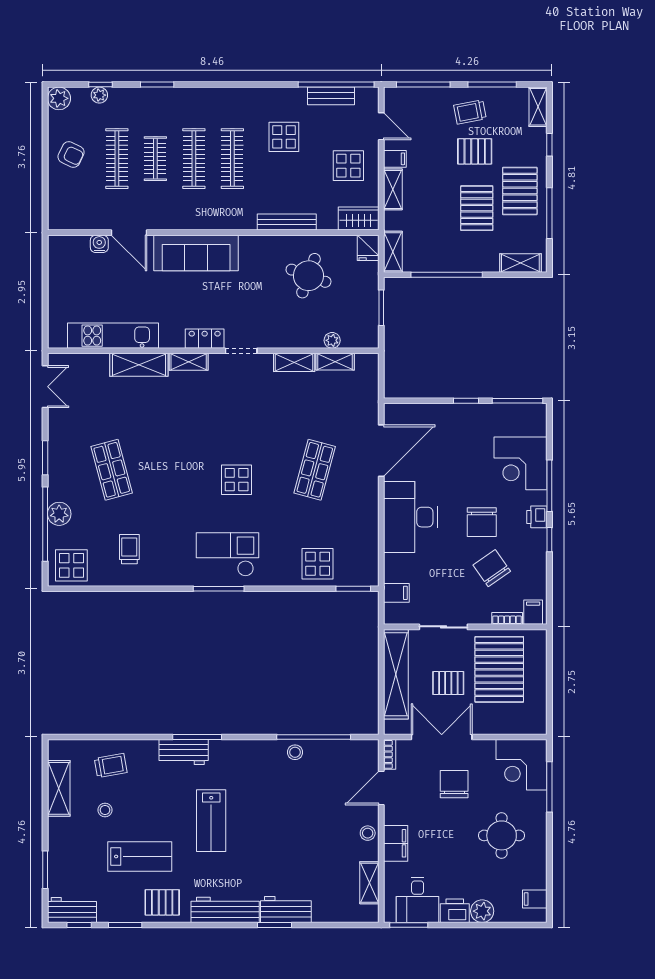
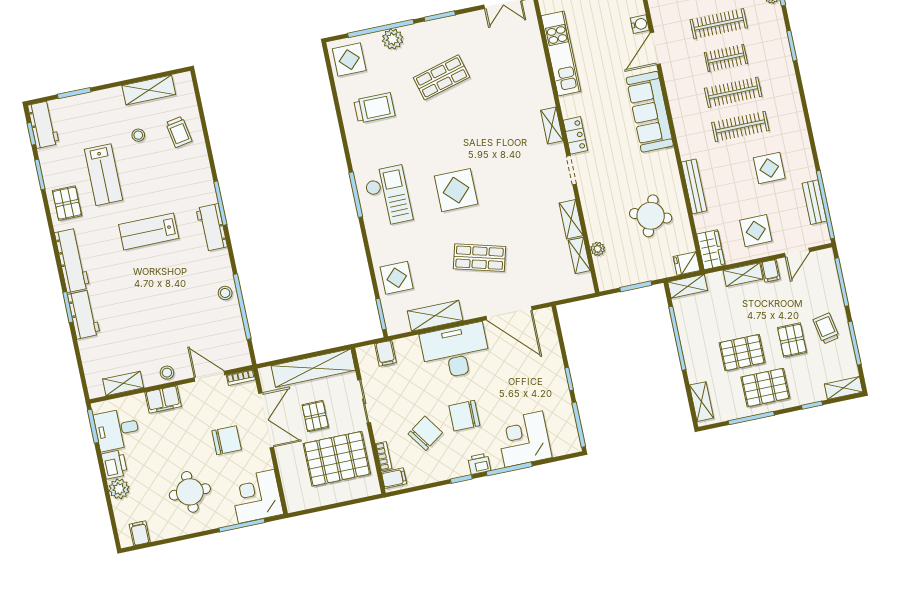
shelving: (139, 365) -> (435, 316), moved, turned 90
display table: (237, 480) -> (456, 190), width x1.36, depth x1.36
trolley: (129, 549) -> (374, 108), width x1.36, depth x1.39
workbench: (184, 752) -> (212, 228), moved

